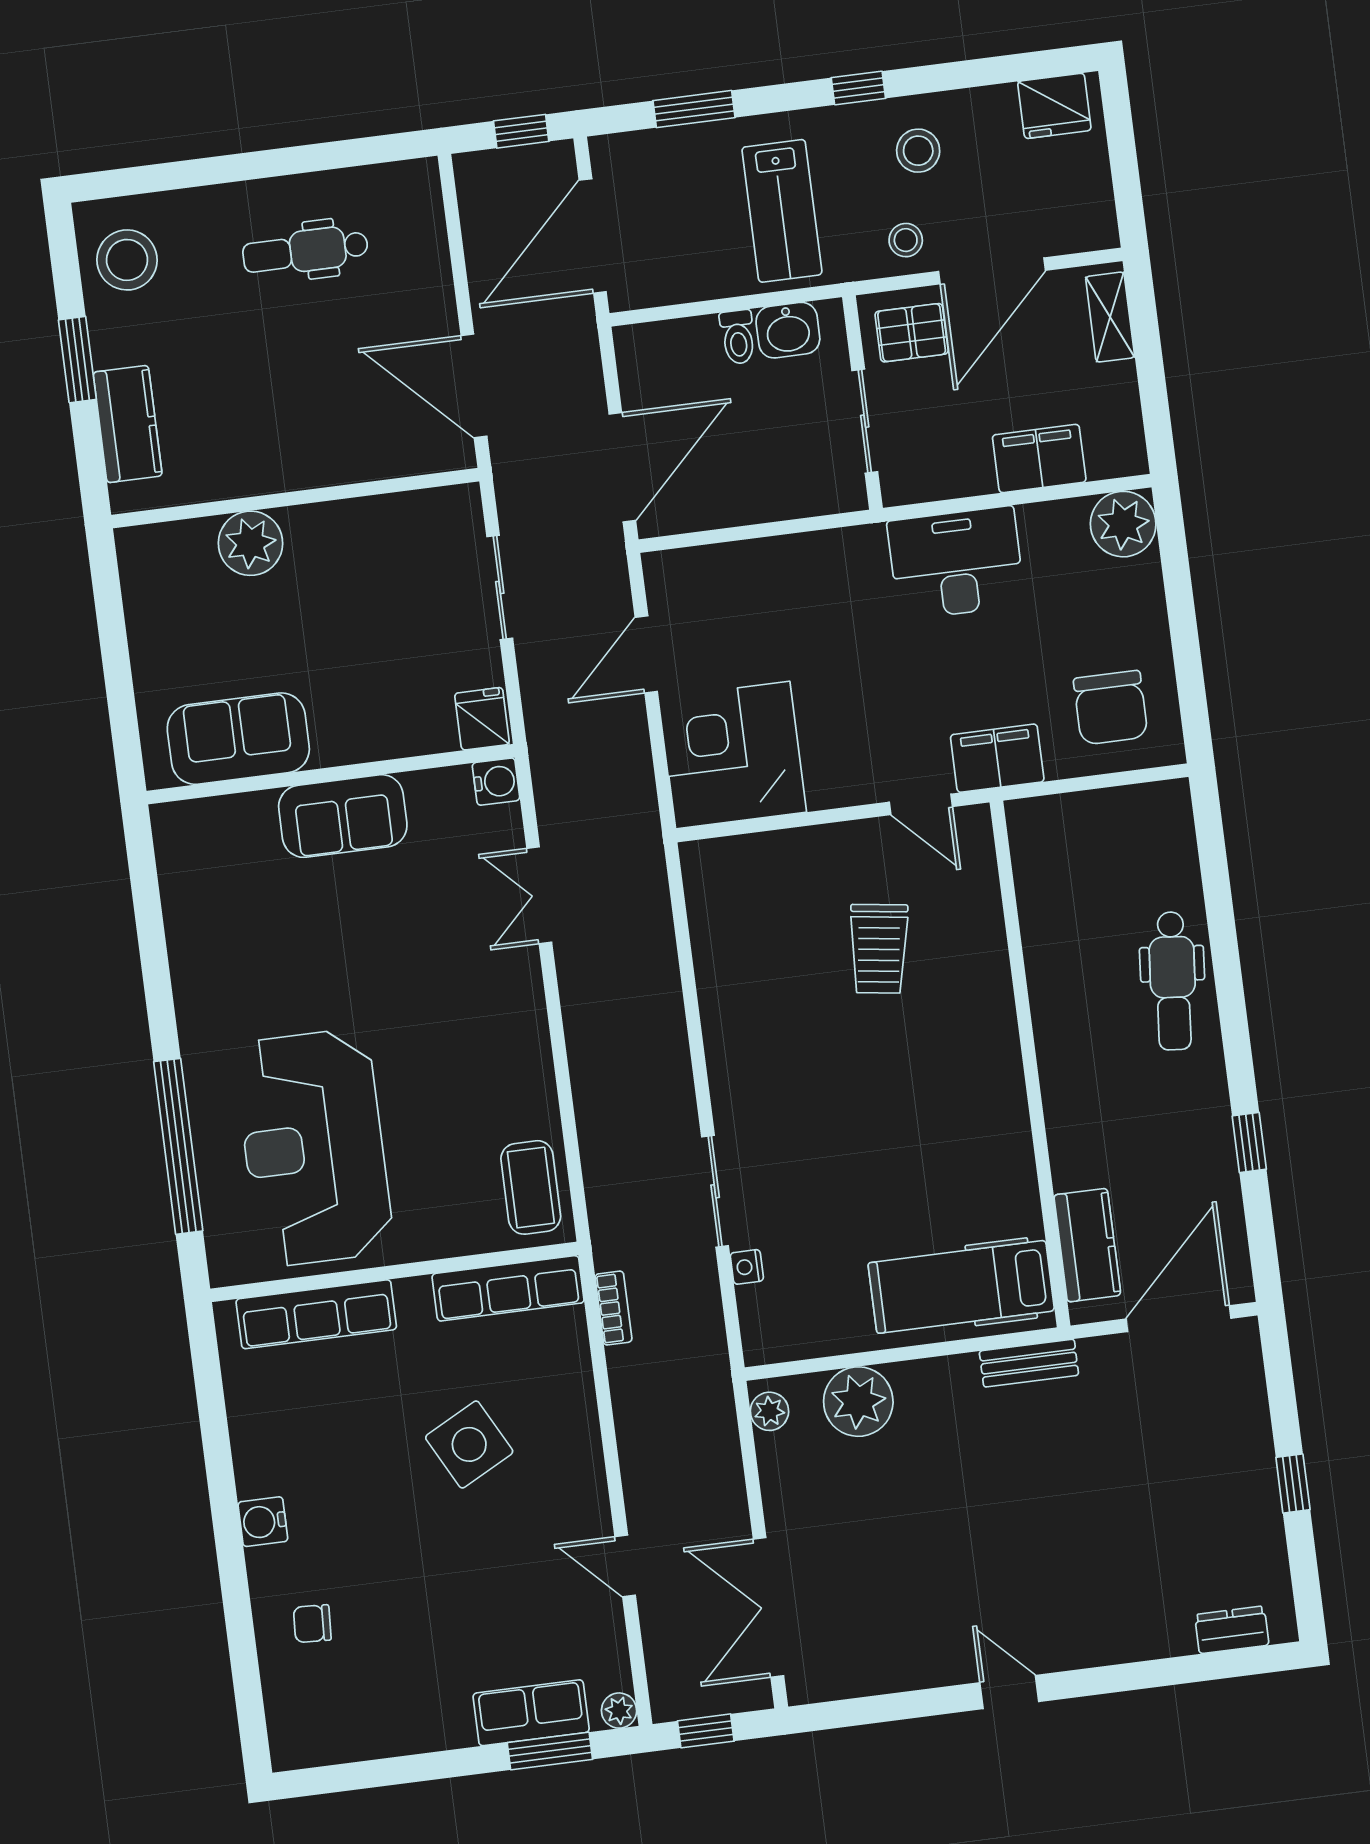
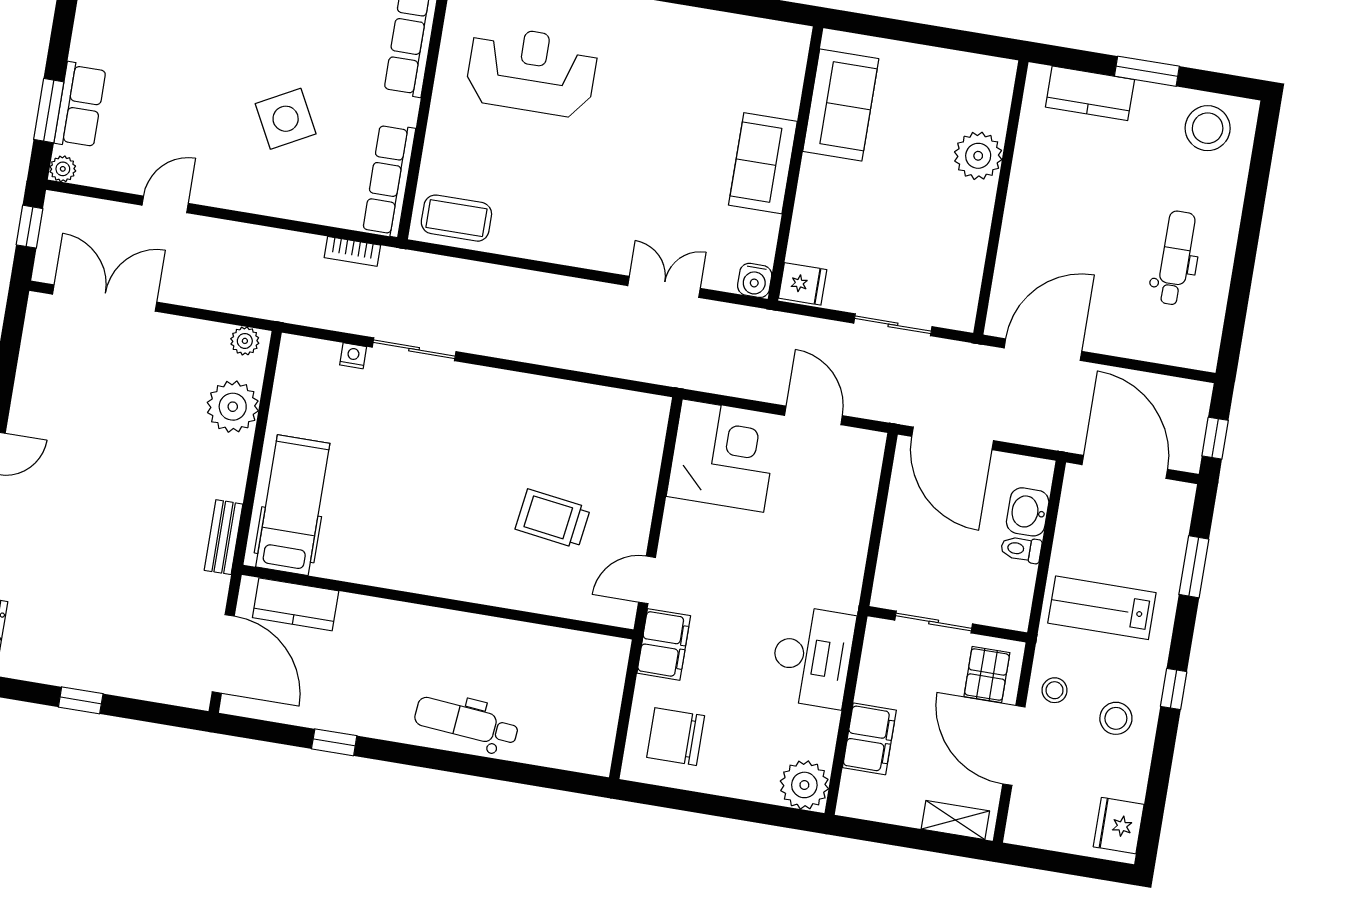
washbasin: (788, 330) -> (1028, 512), moved
reception desk: (314, 1148) -> (532, 71), width x0.74, depth x0.77

